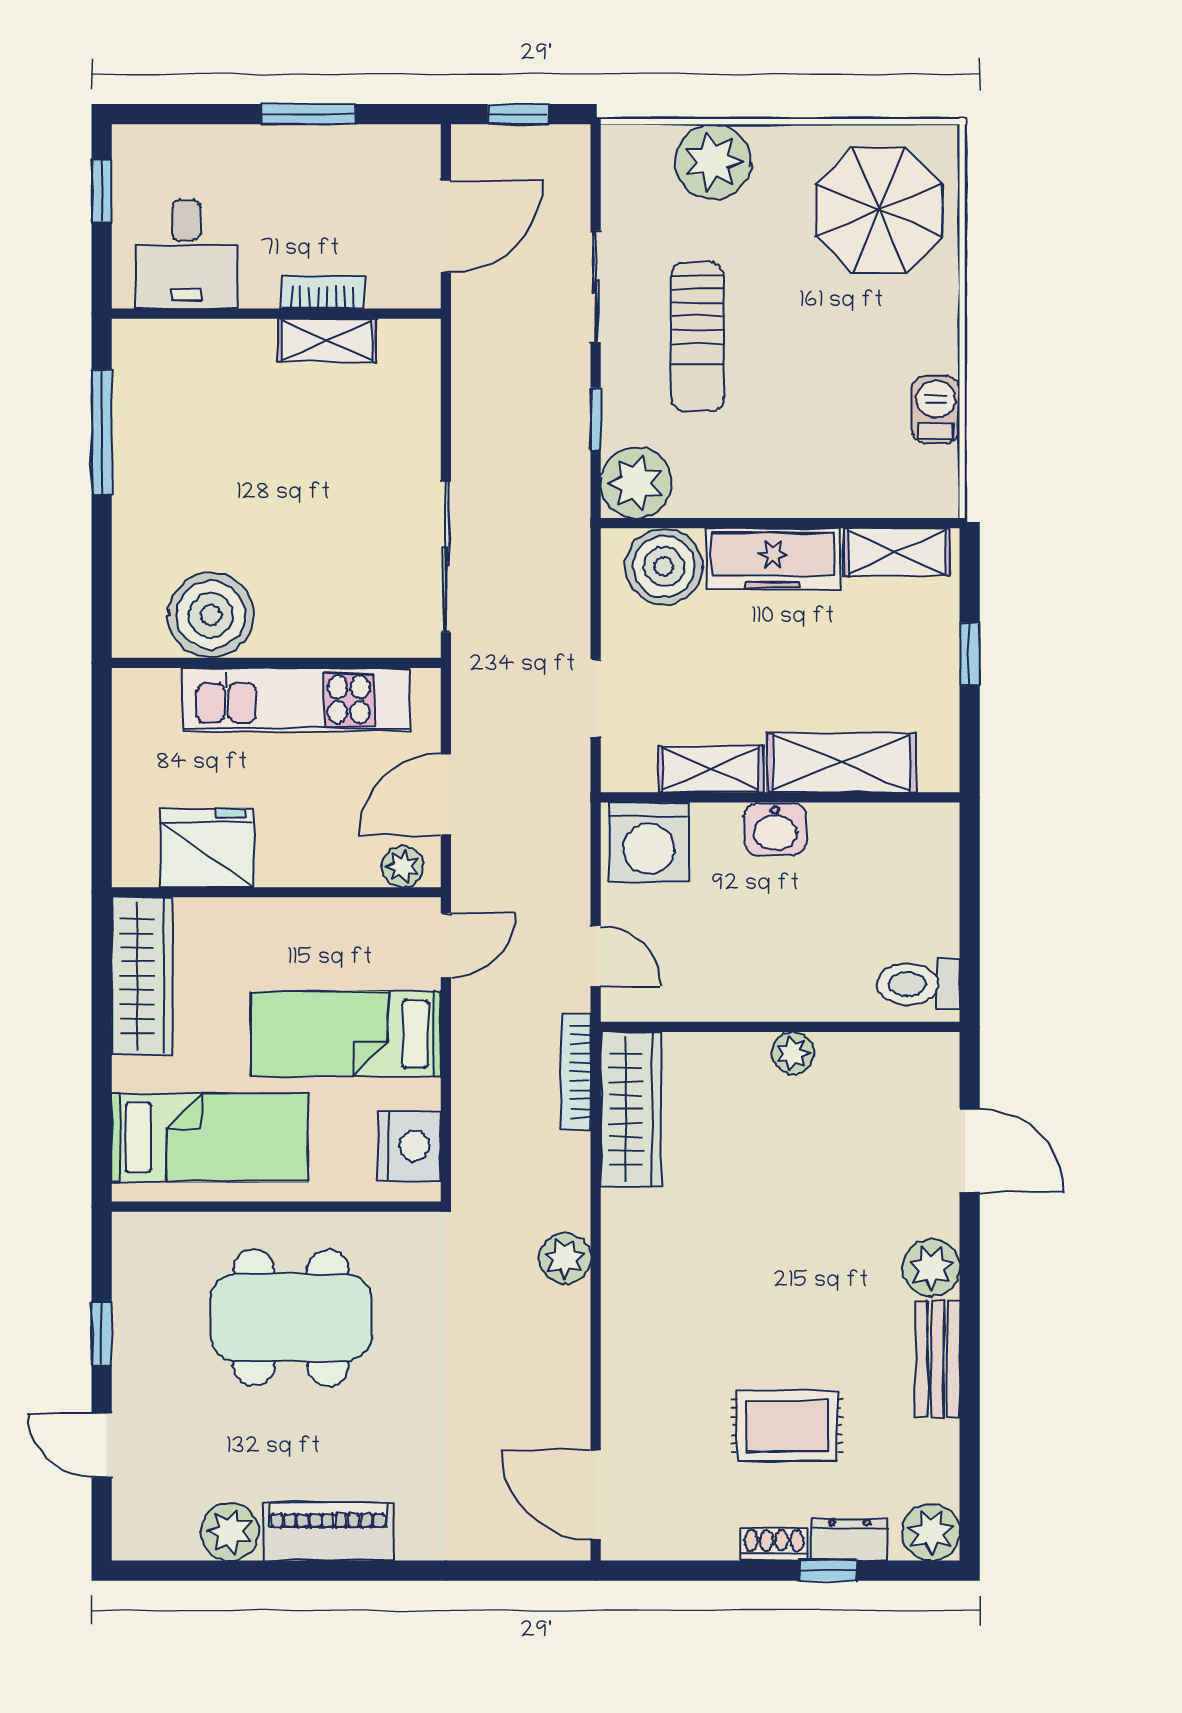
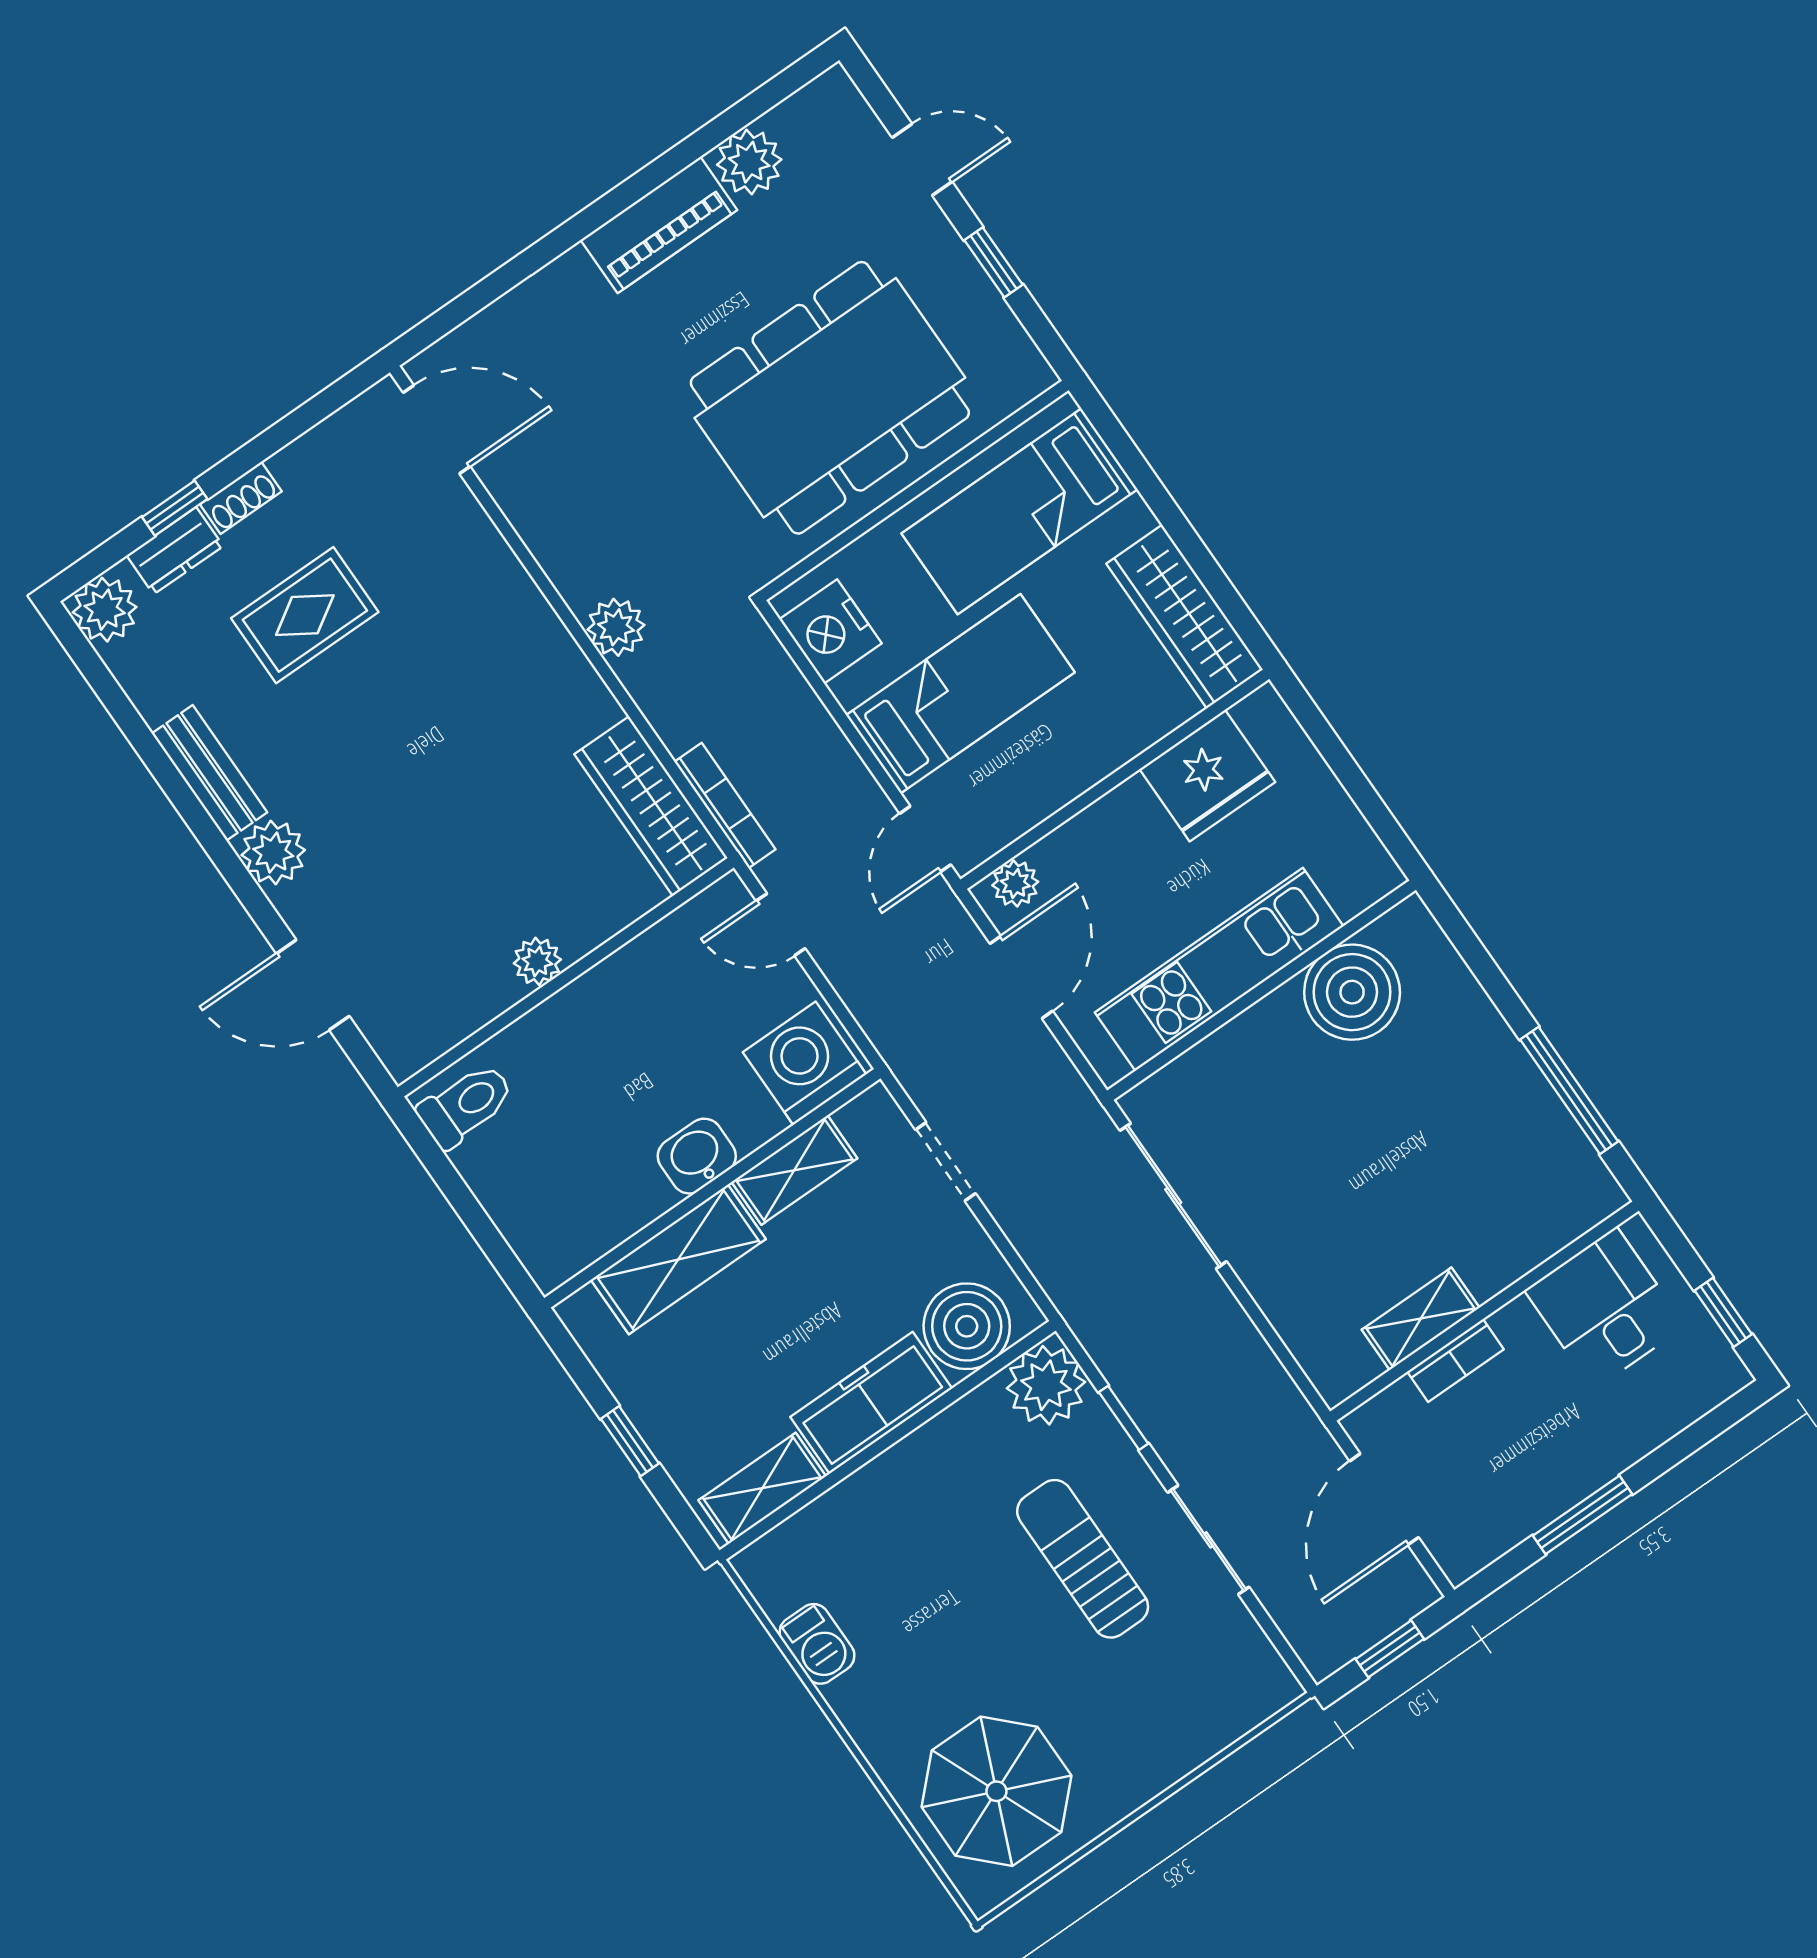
plant: (713, 162) -> (1180, 1730), removed
dining table: (291, 1318) -> (830, 398), width x1.36, depth x1.24

